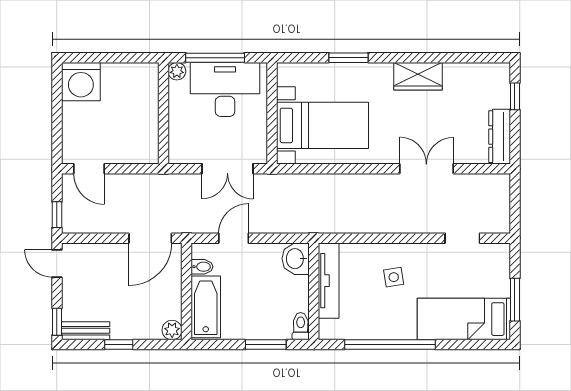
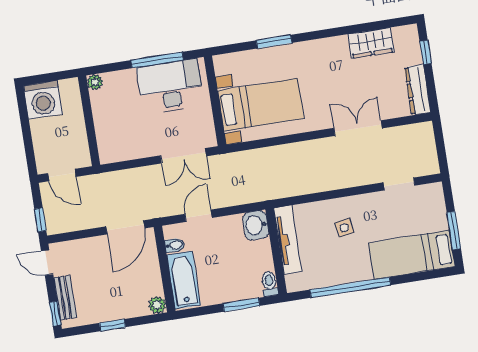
plant: (177, 71) -> (95, 82), moved
wardrobe: (418, 76) -> (371, 43), moved
wall: (163, 113) -> (89, 121), moved
bench: (86, 331) -> (65, 298), moved, turned 90

